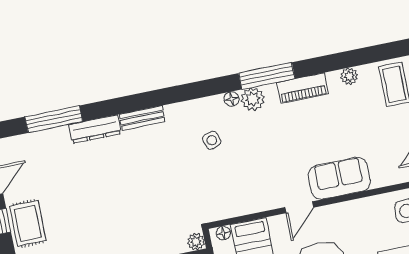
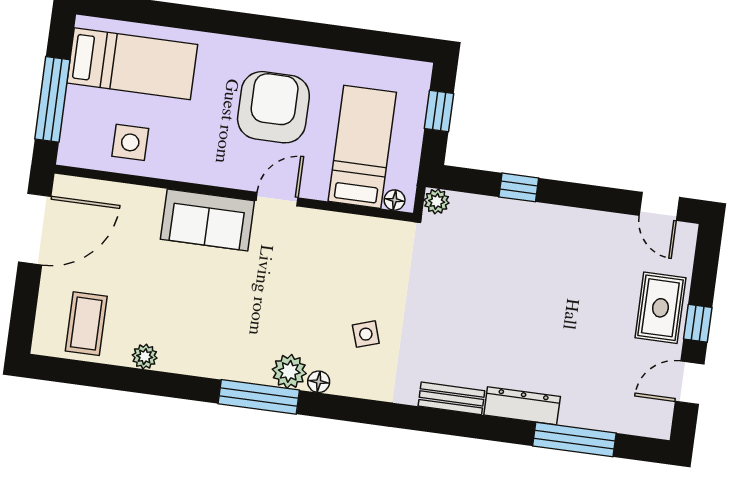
piano: (303, 88) -> (215, 363), removed

